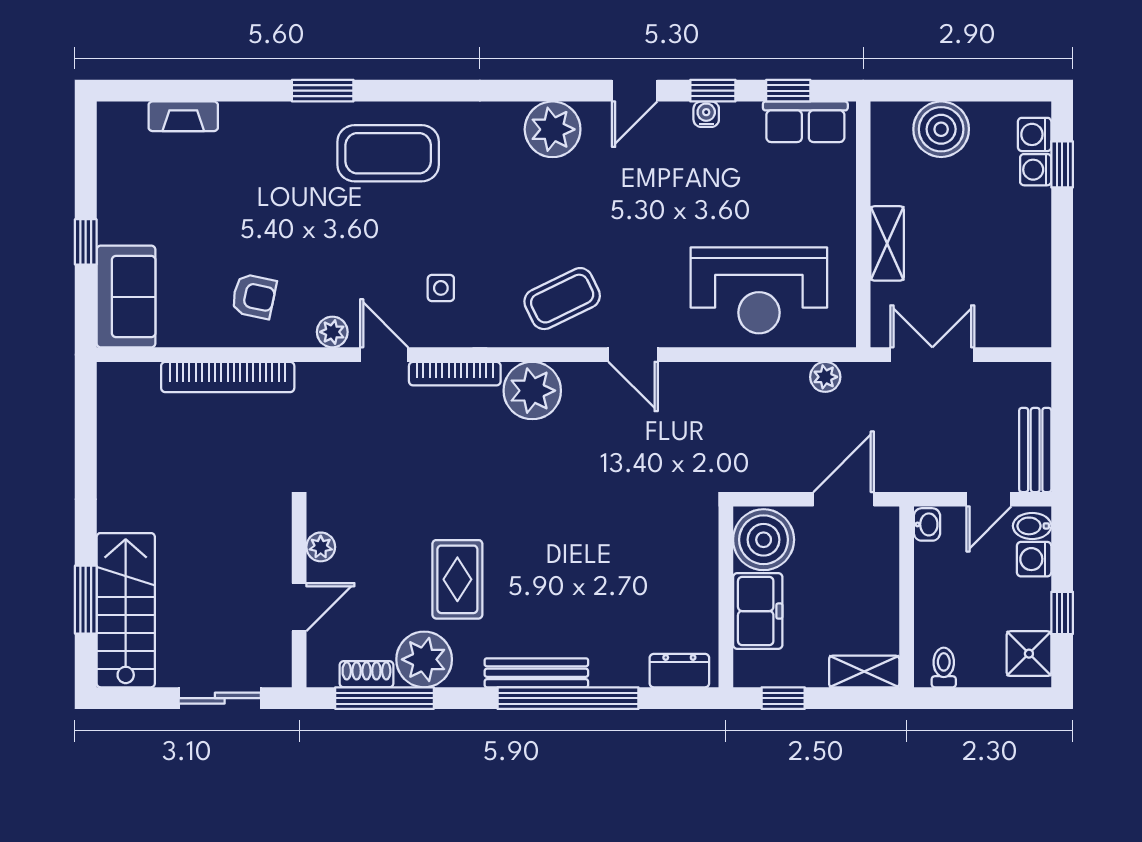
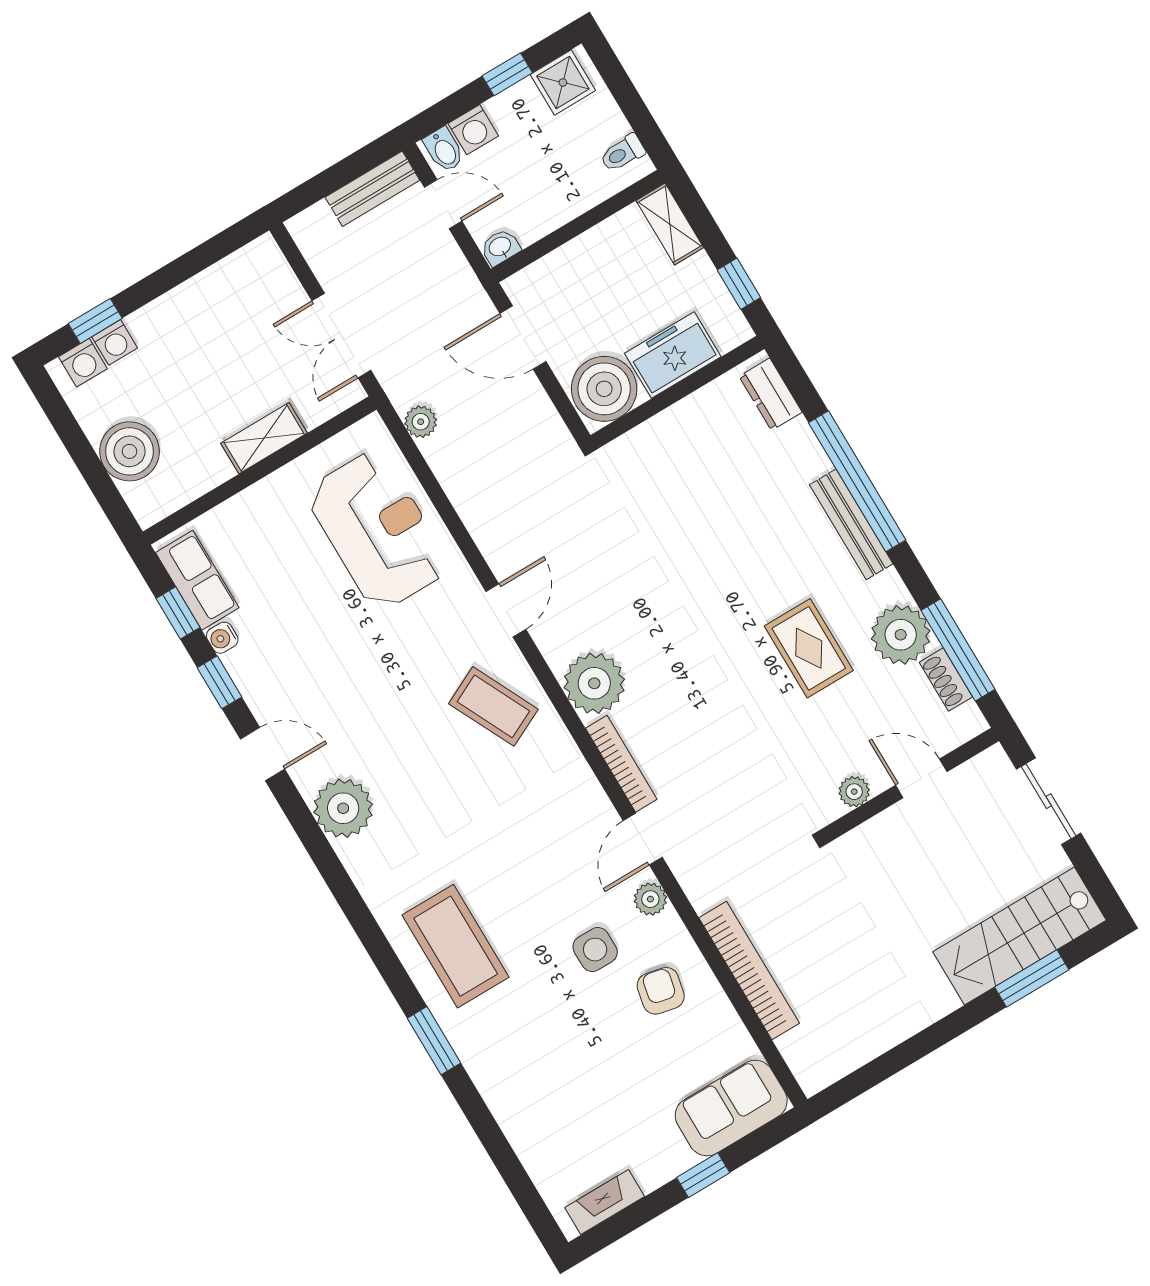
water cooler: (706, 114) -> (222, 638), moved
fireplace: (183, 116) -> (605, 1202), moved, turned -90
side table: (441, 288) -> (595, 950), moved, width x1.37, depth x1.37
rug: (457, 579) -> (809, 648), turned 90

